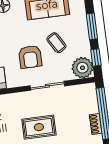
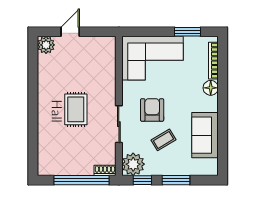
armchair: (30, 57) -> (152, 110), turned 90
shoe rack: (96, 124) -> (105, 170), moved

